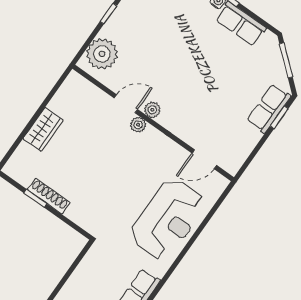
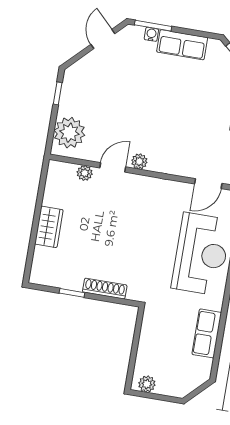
plant: (138, 125) -> (85, 173), moved
shoe rack: (49, 196) -> (105, 289), moved

